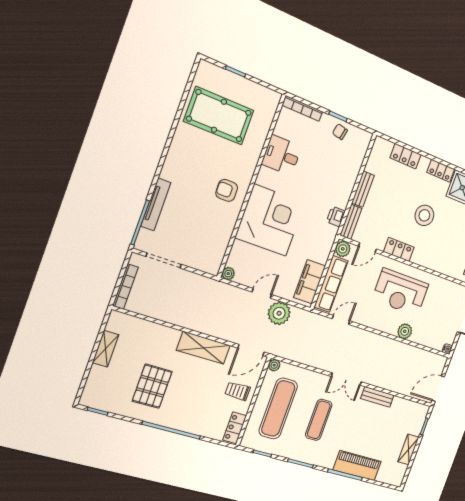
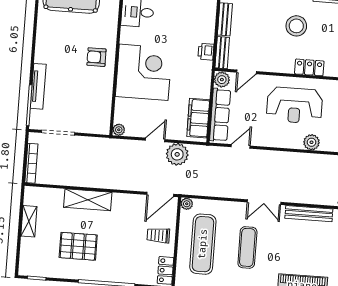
locker: (399, 249) -> (309, 67), moved
shelving: (203, 348) -> (88, 200), moved
pallet: (152, 386) -> (78, 246), turned 90
bench: (377, 397) -> (309, 214), width x1.36

